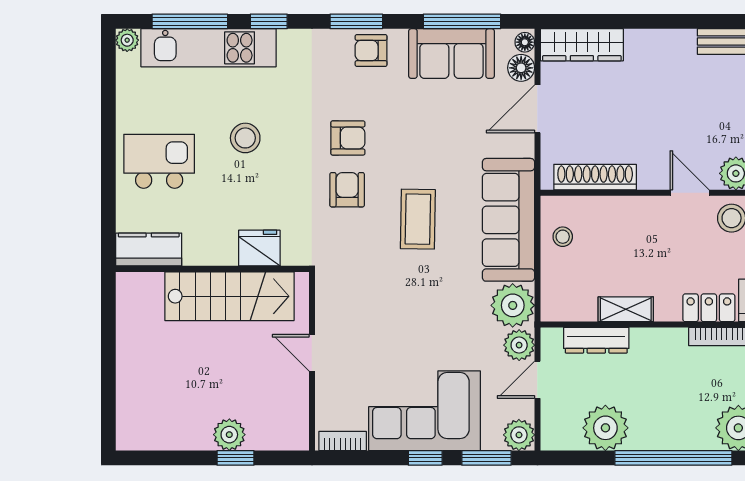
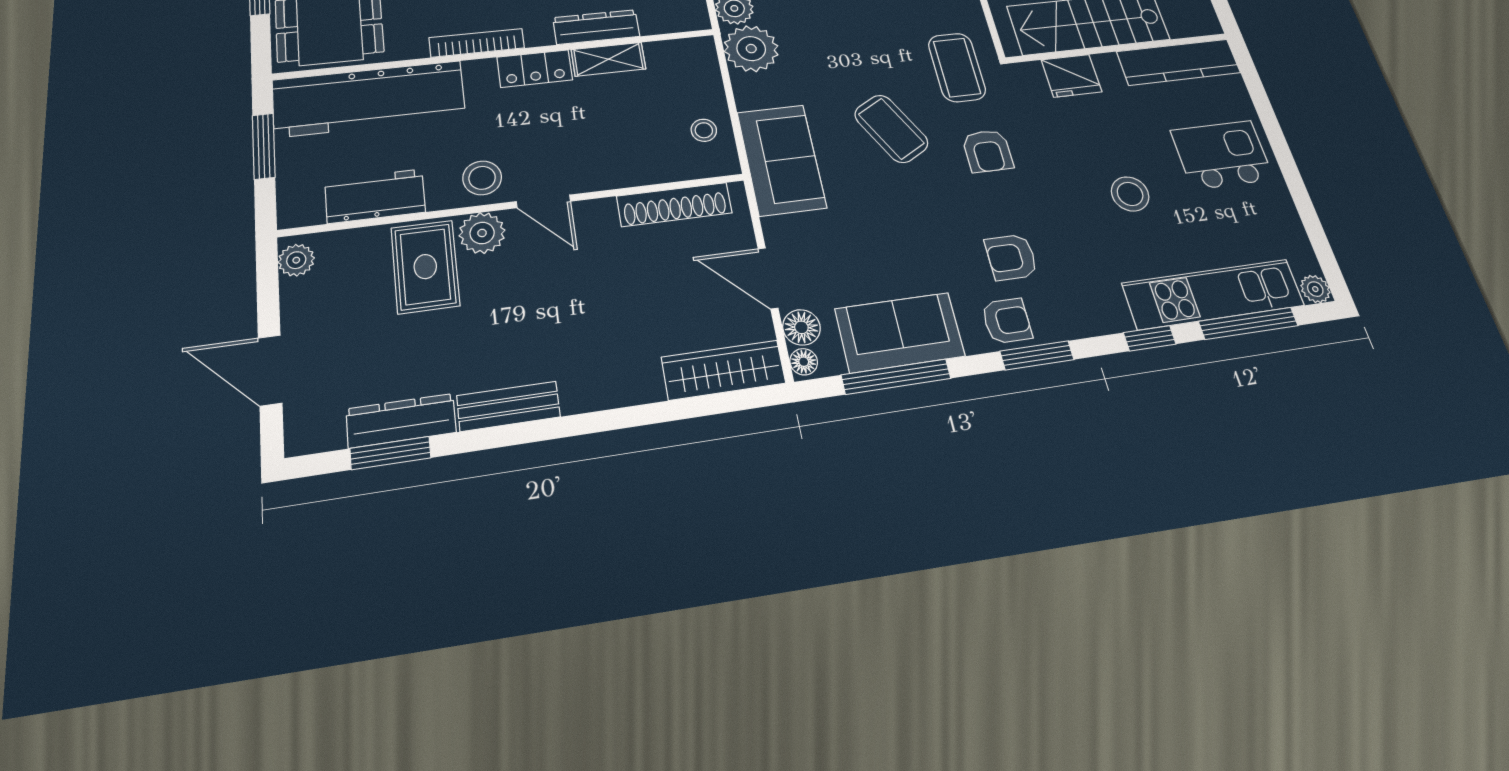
door: (537, 109) -> (768, 278), swing flipped
armchair: (348, 138) -> (1011, 257), moved
kitchen island: (159, 161) -> (1222, 155), turned 180
coffee table: (418, 219) -> (891, 129), turned -30
sofa: (508, 220) -> (781, 160), width x0.73
kitchen counter: (149, 249) -> (1179, 62), width x1.50
coffee table: (351, 268) -> (957, 67), added
locker: (709, 308) -> (535, 69), moved
dresser: (596, 340) -> (596, 27), moved

